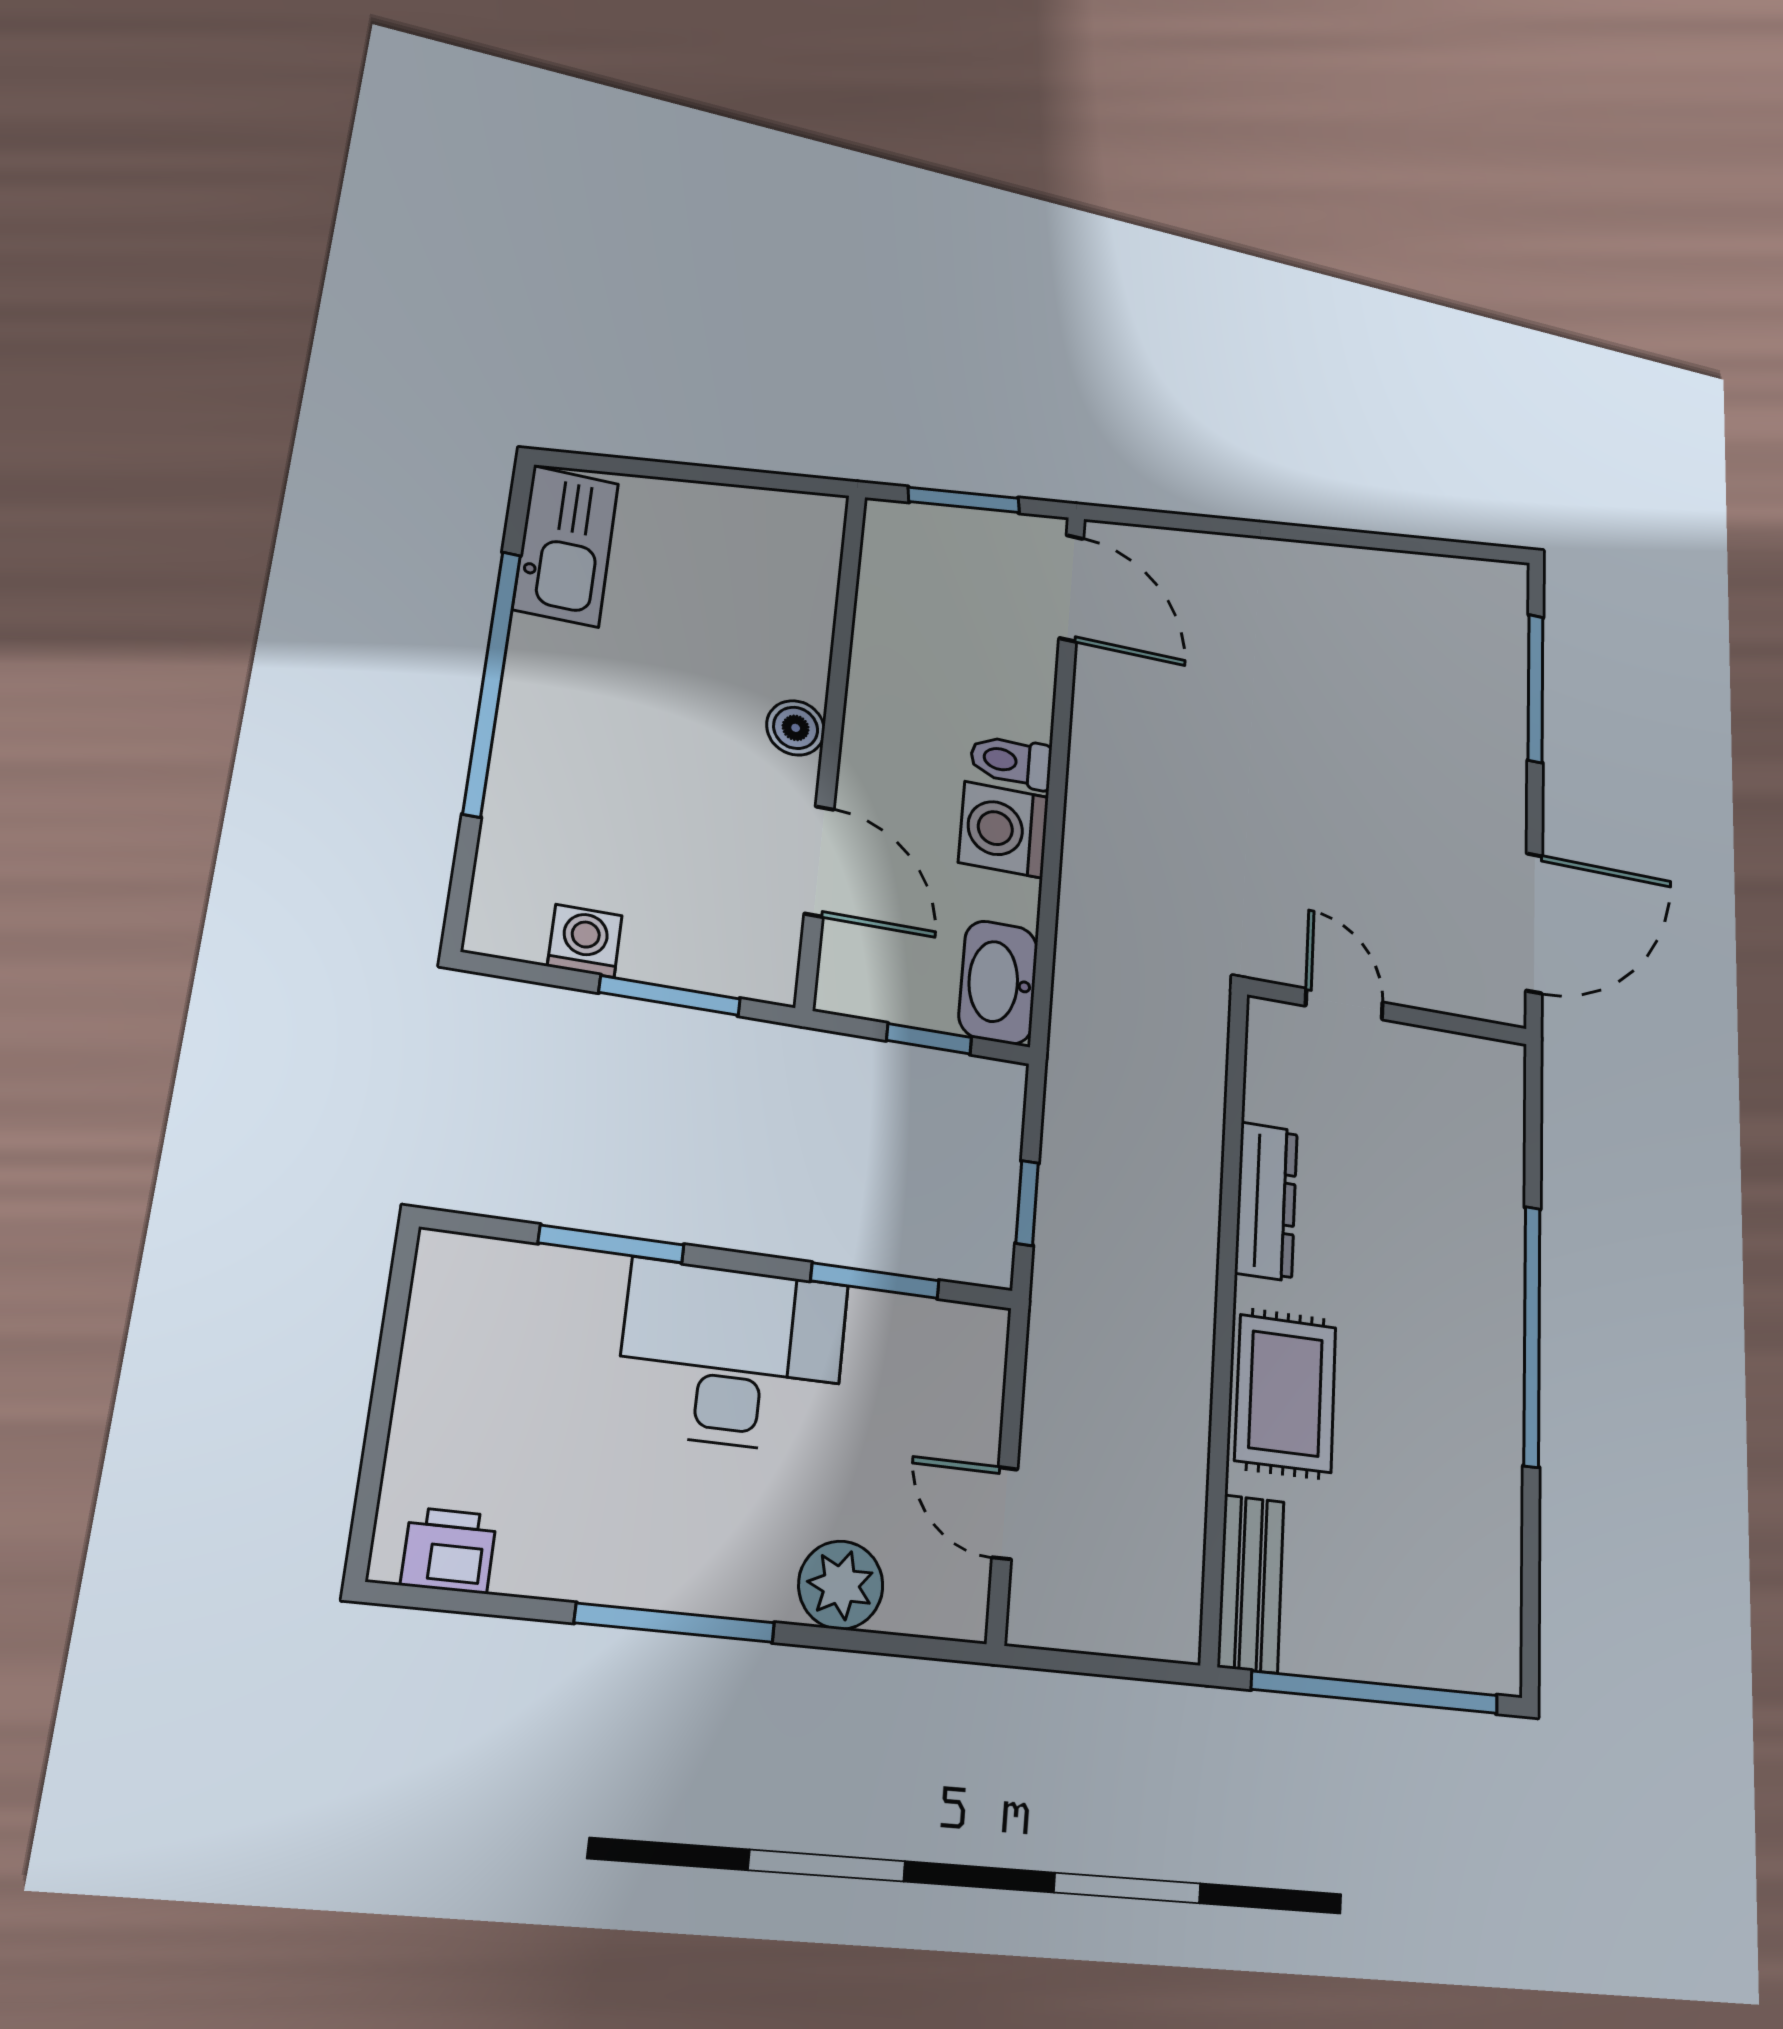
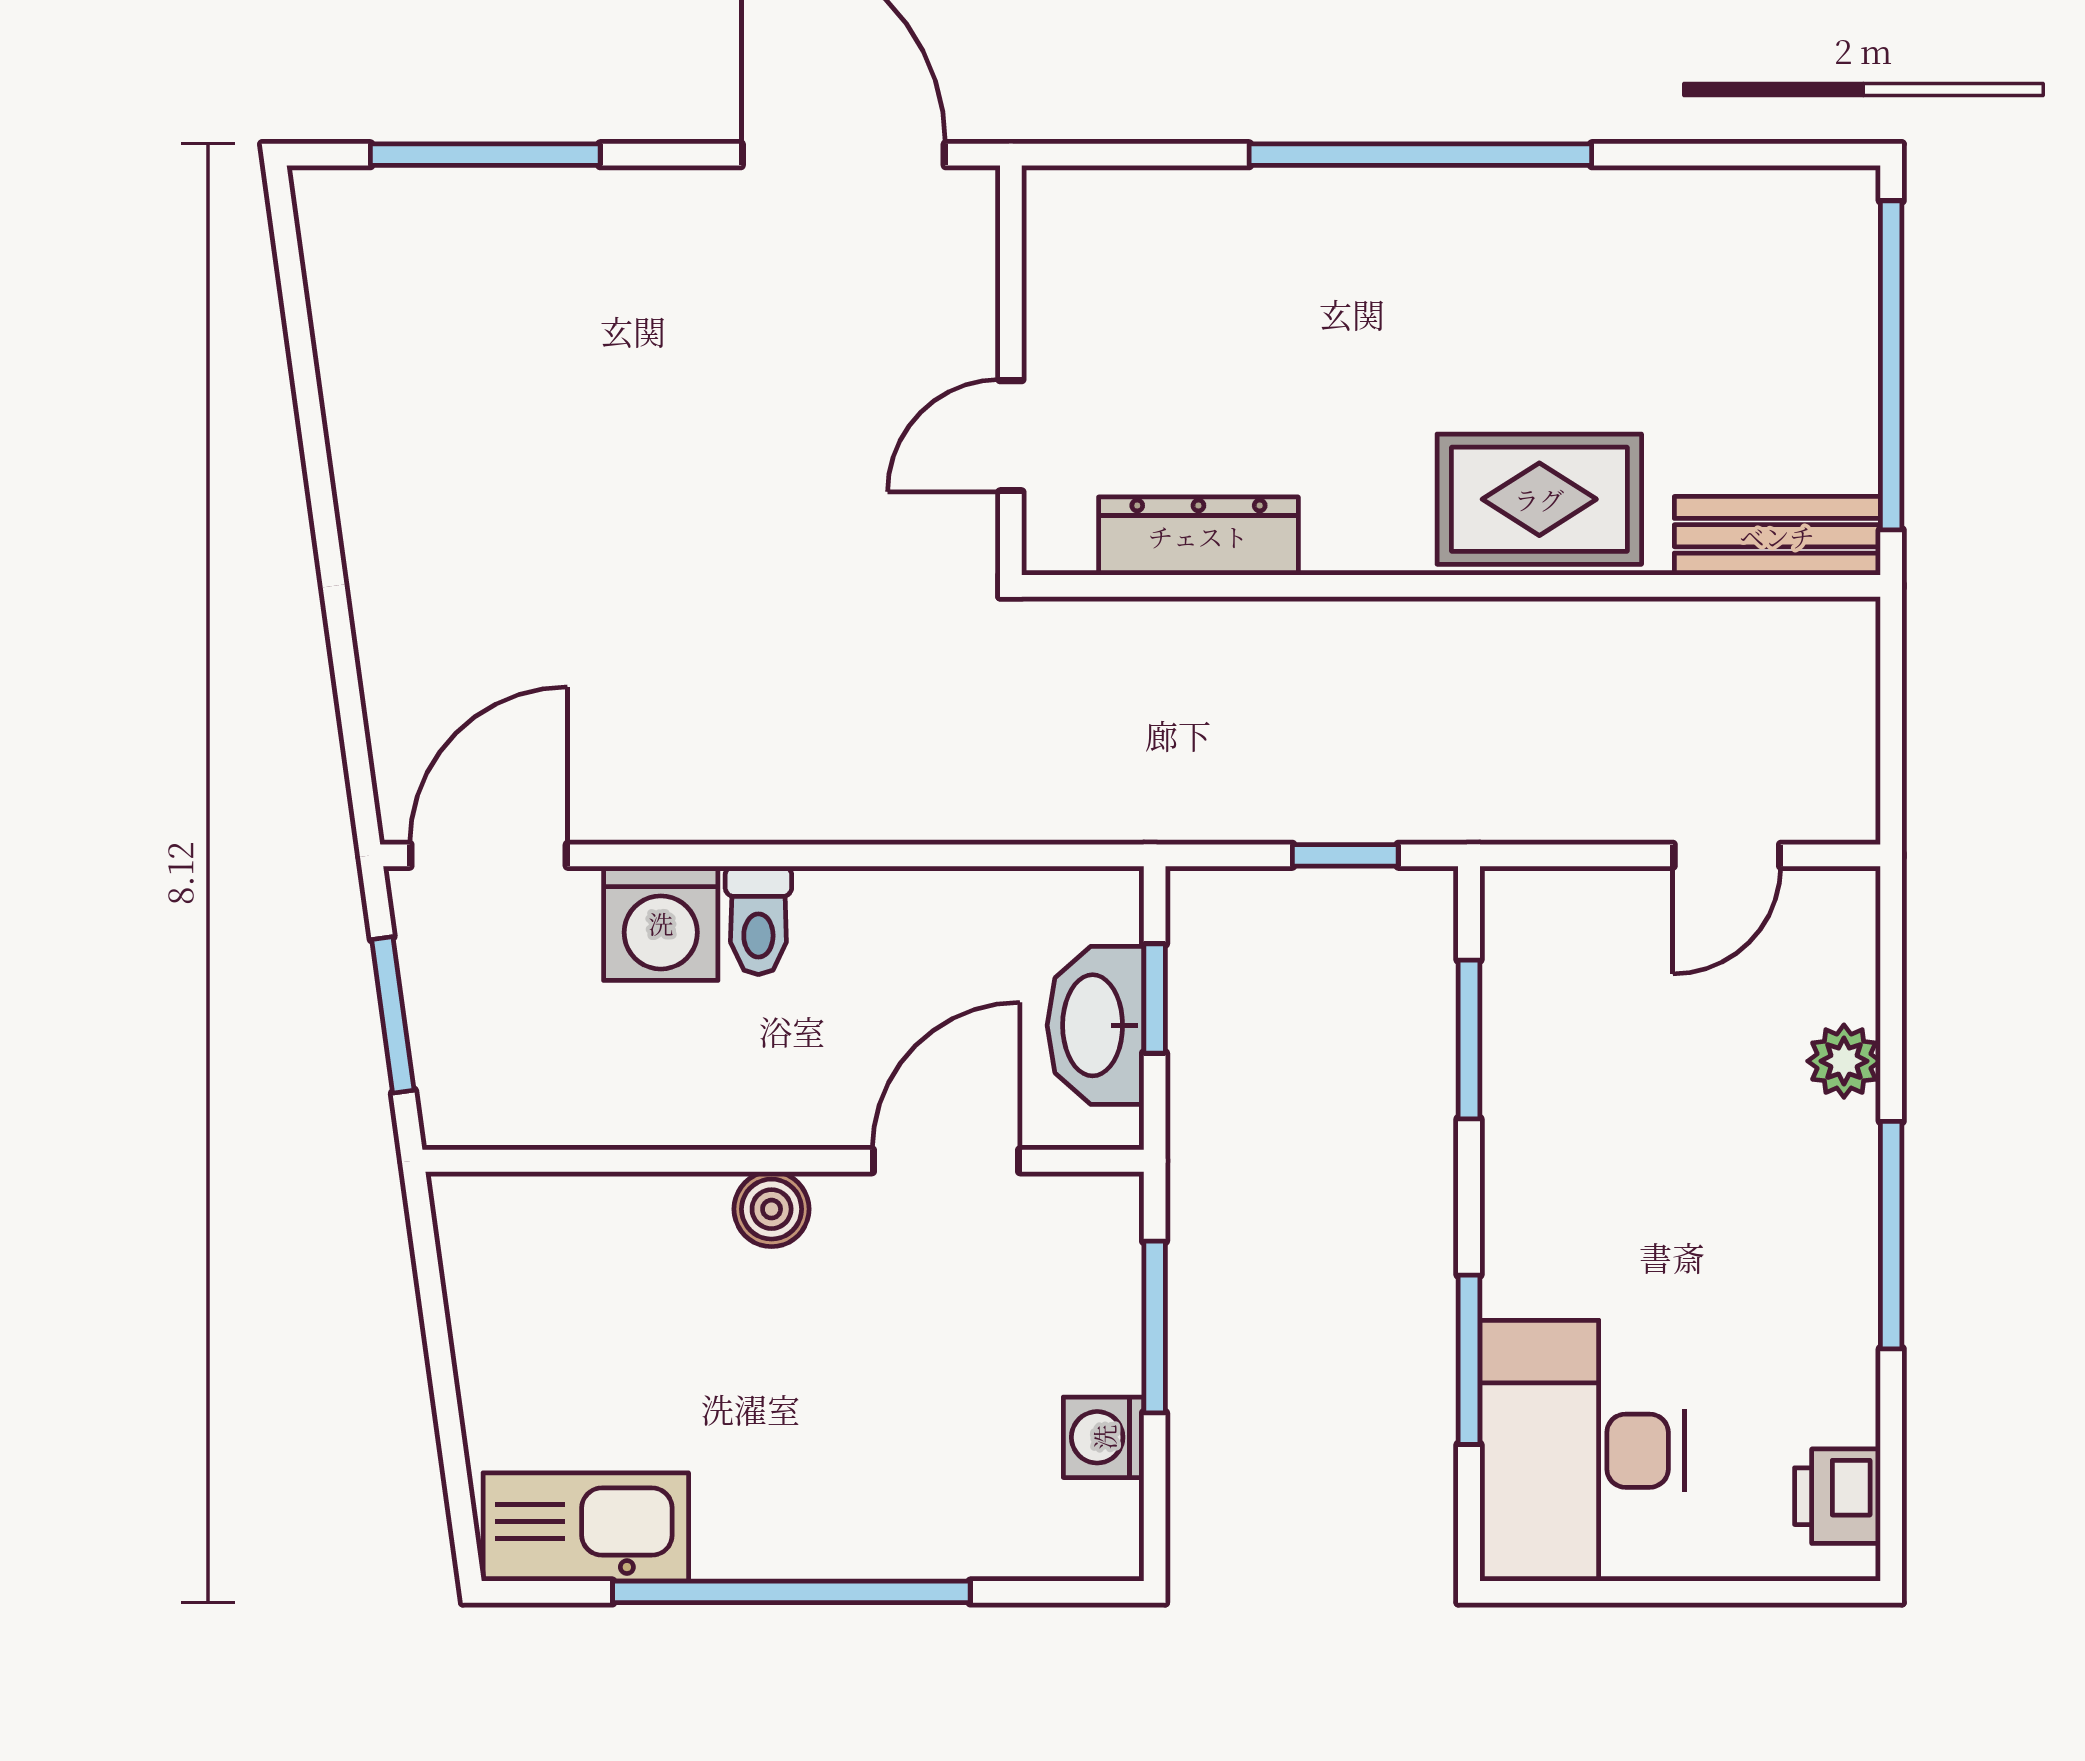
washing machine: (1004, 830) -> (661, 923), moved
washbasin: (998, 982) -> (1095, 1025), moved, turned 90
dresser: (1266, 1201) -> (1198, 536), moved
desk: (732, 1356) -> (1582, 1451), moved
plant: (841, 1585) -> (1844, 1061), width x0.73, depth x0.73

